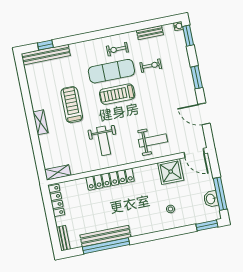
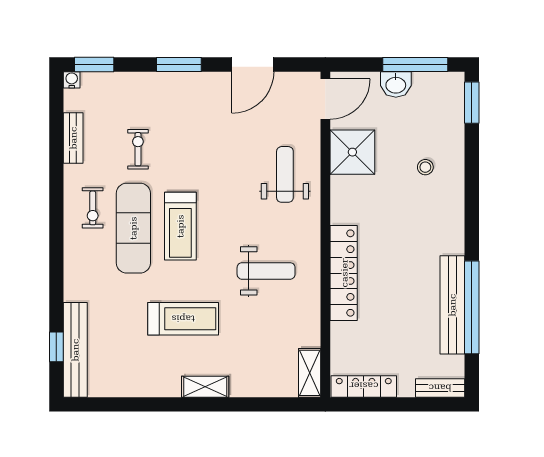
treadmill: (72, 105) -> (183, 319), turned 180
washbasin: (211, 199) -> (396, 84), moved

